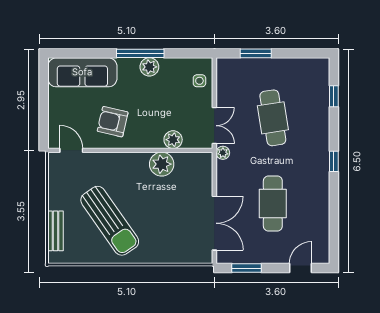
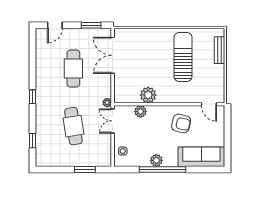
window: (140, 53) -> (163, 169), width x1.46
sun lounger: (110, 221) -> (183, 57), turned 35

